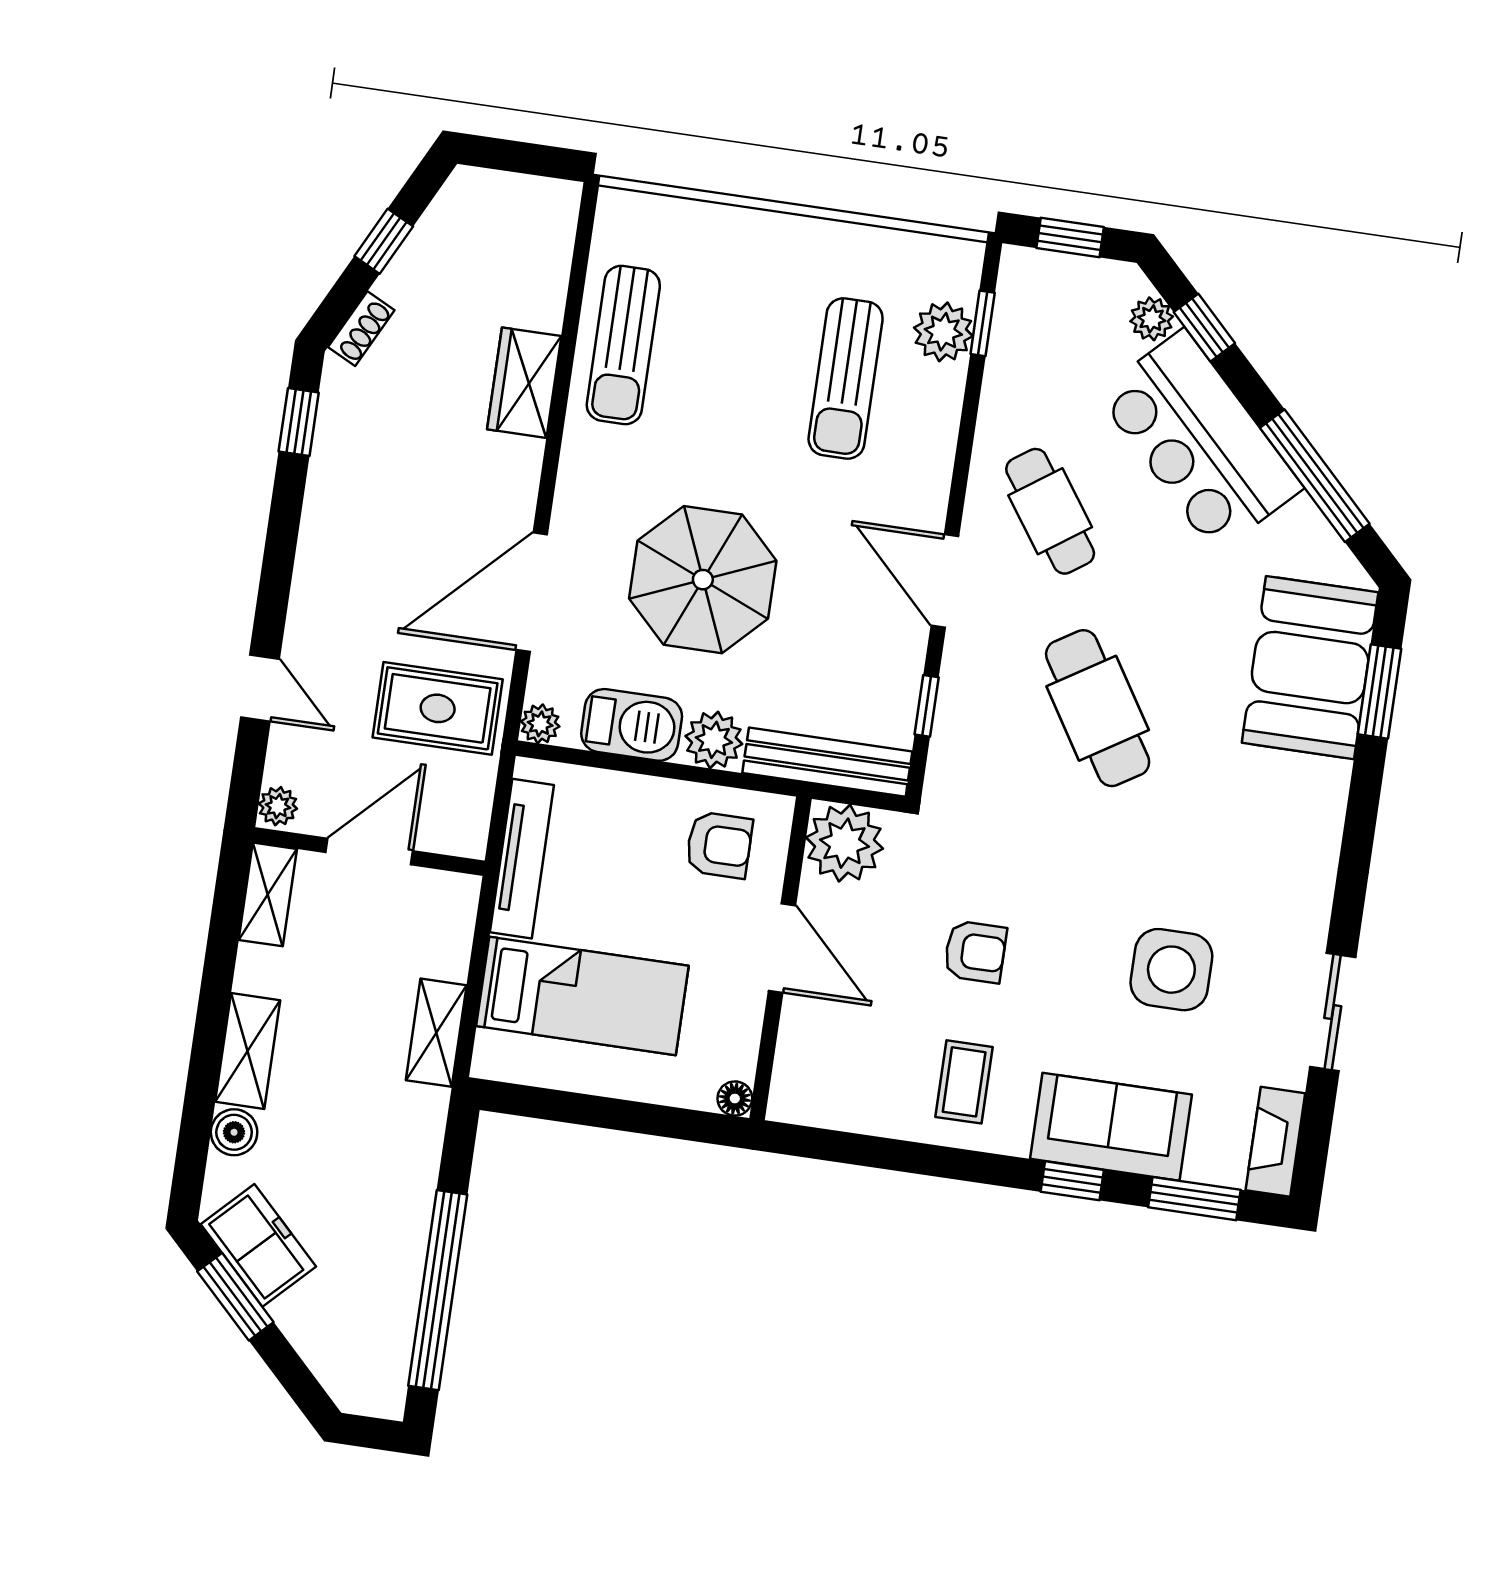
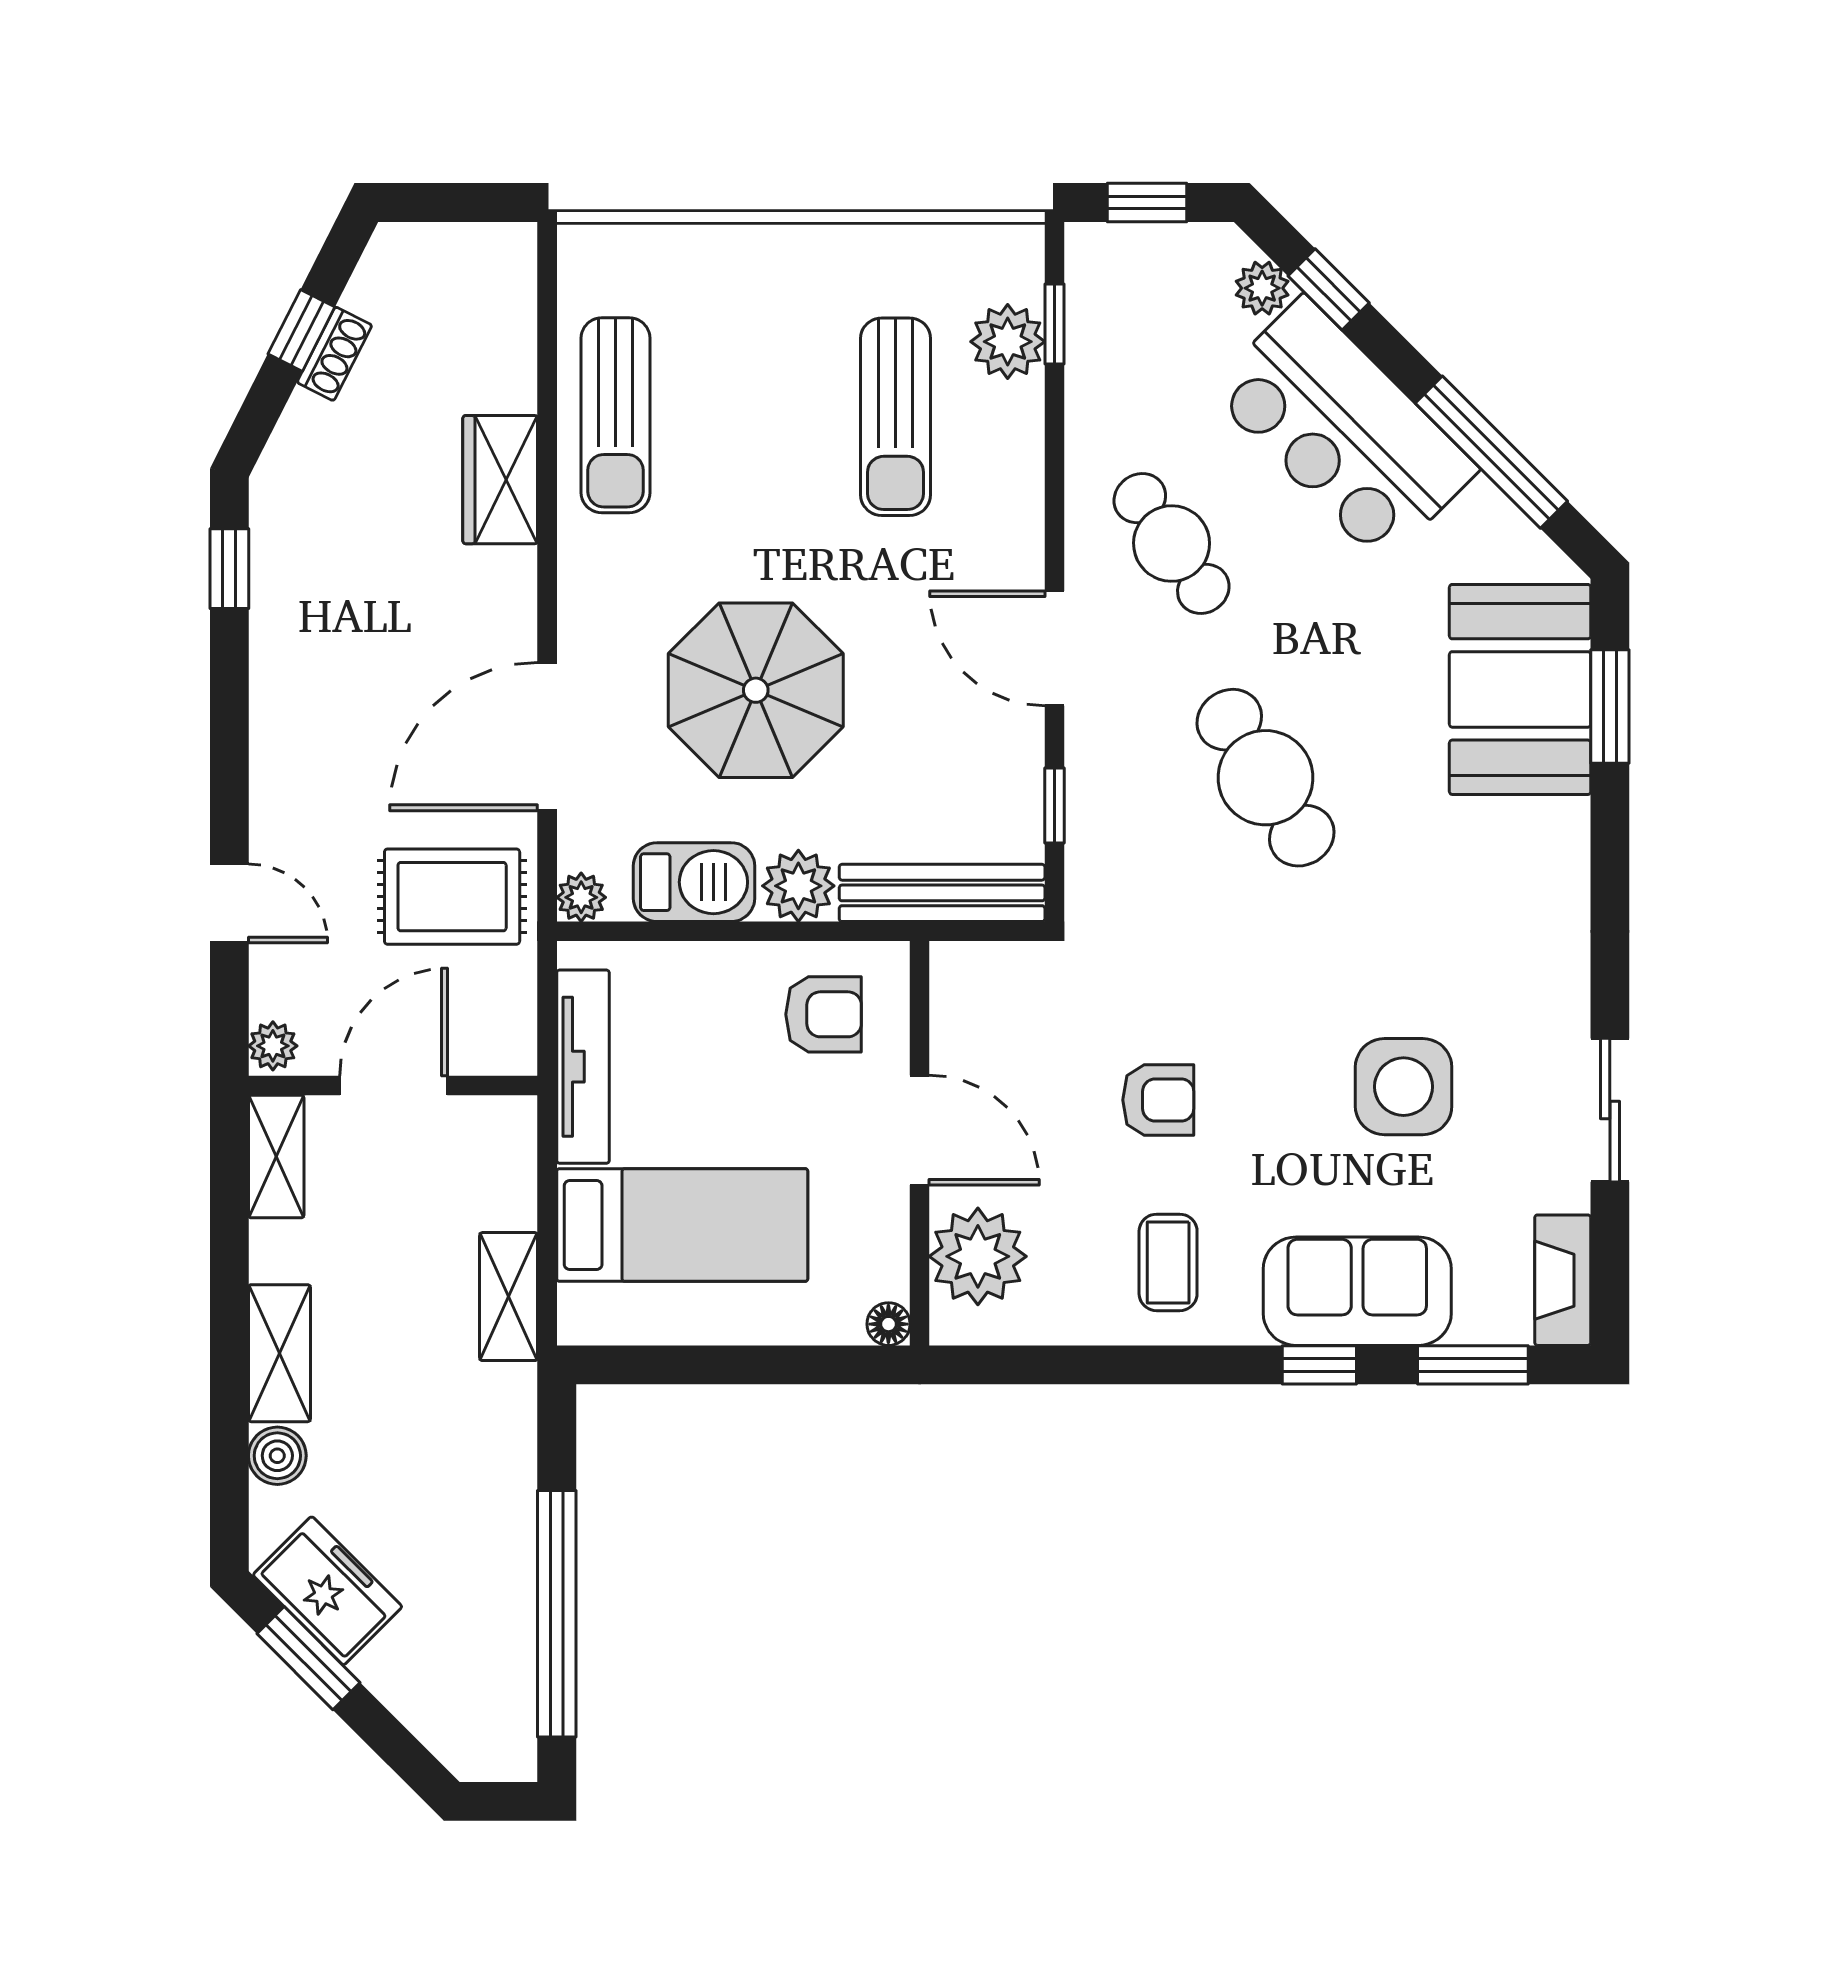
shoe rack: (361, 329) -> (334, 354), moved
plant: (844, 843) -> (978, 1256), moved

